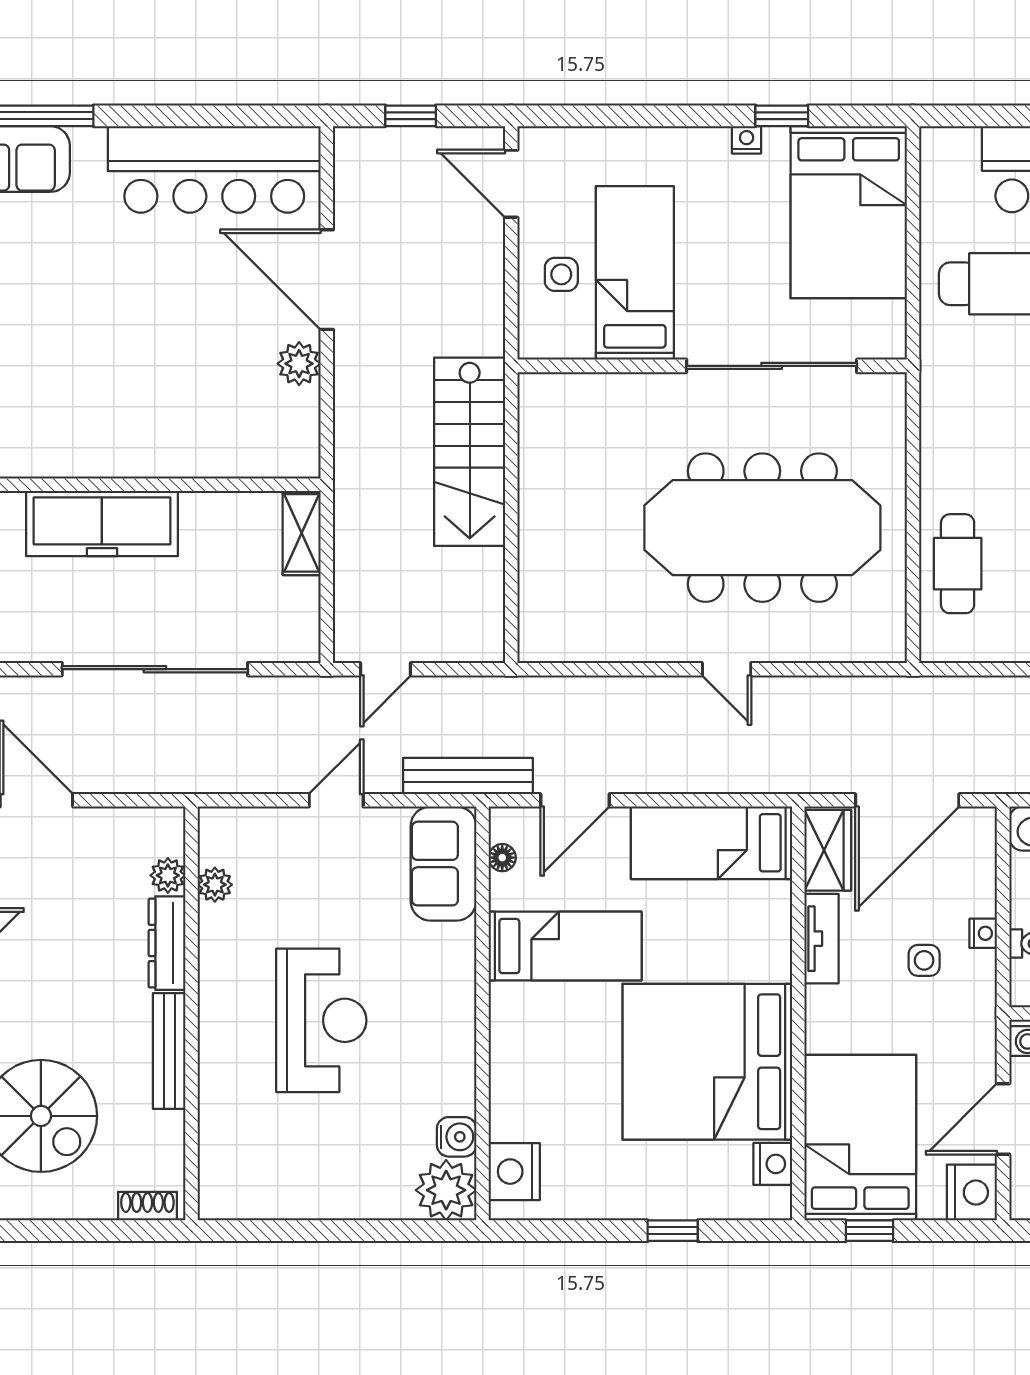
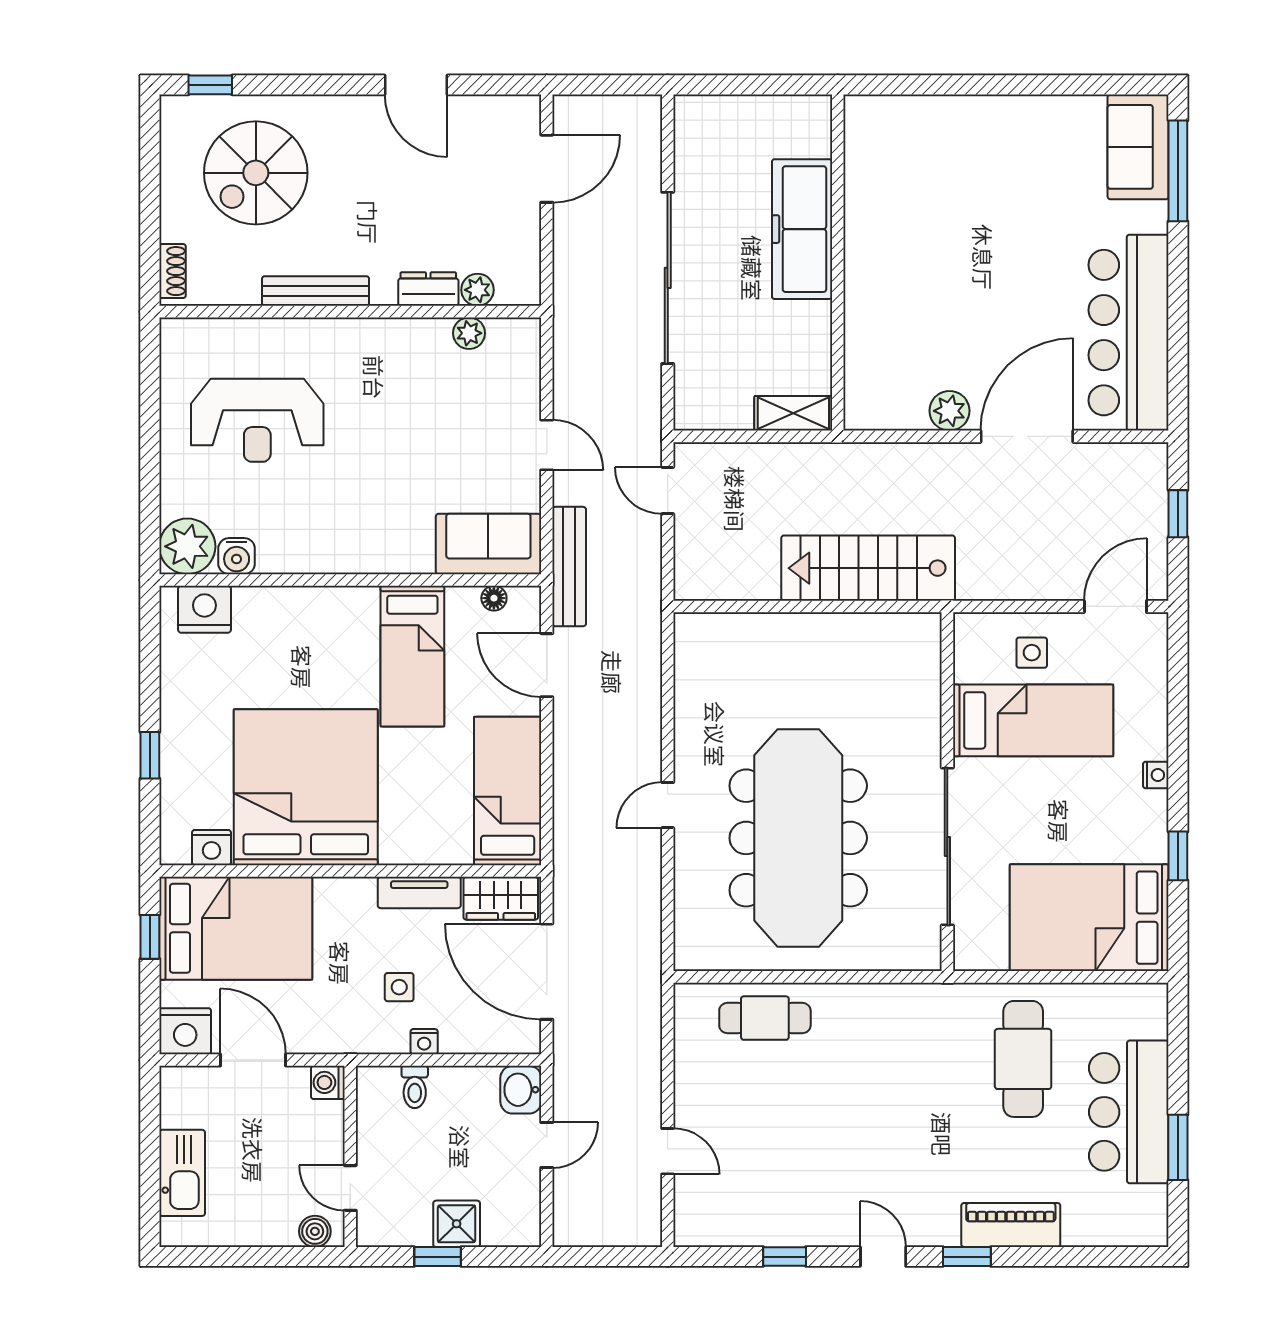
nightstand: (747, 140) -> (1156, 775), moved
dresser: (167, 943) -> (428, 289), width x0.70
reception desk: (321, 1020) -> (257, 420), moved

